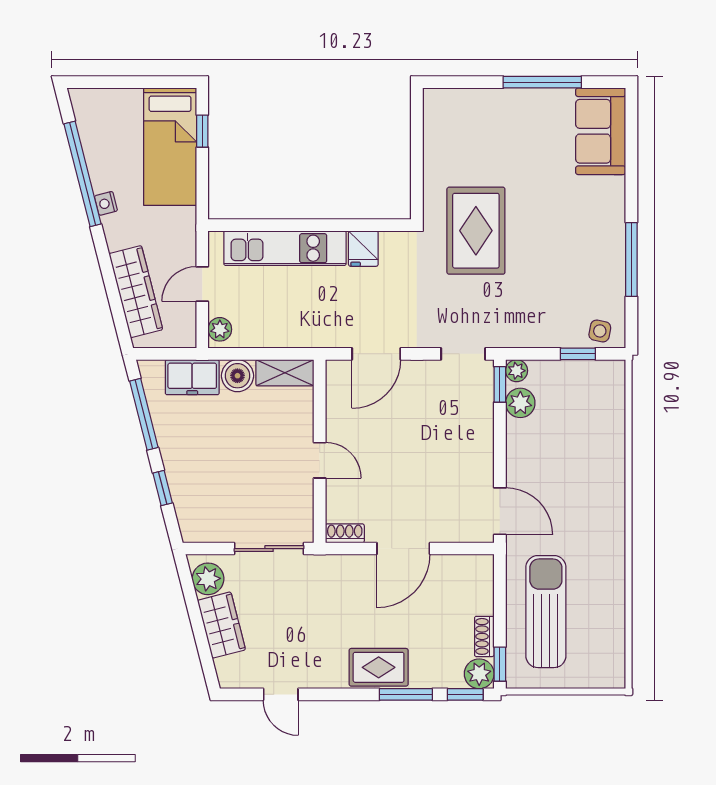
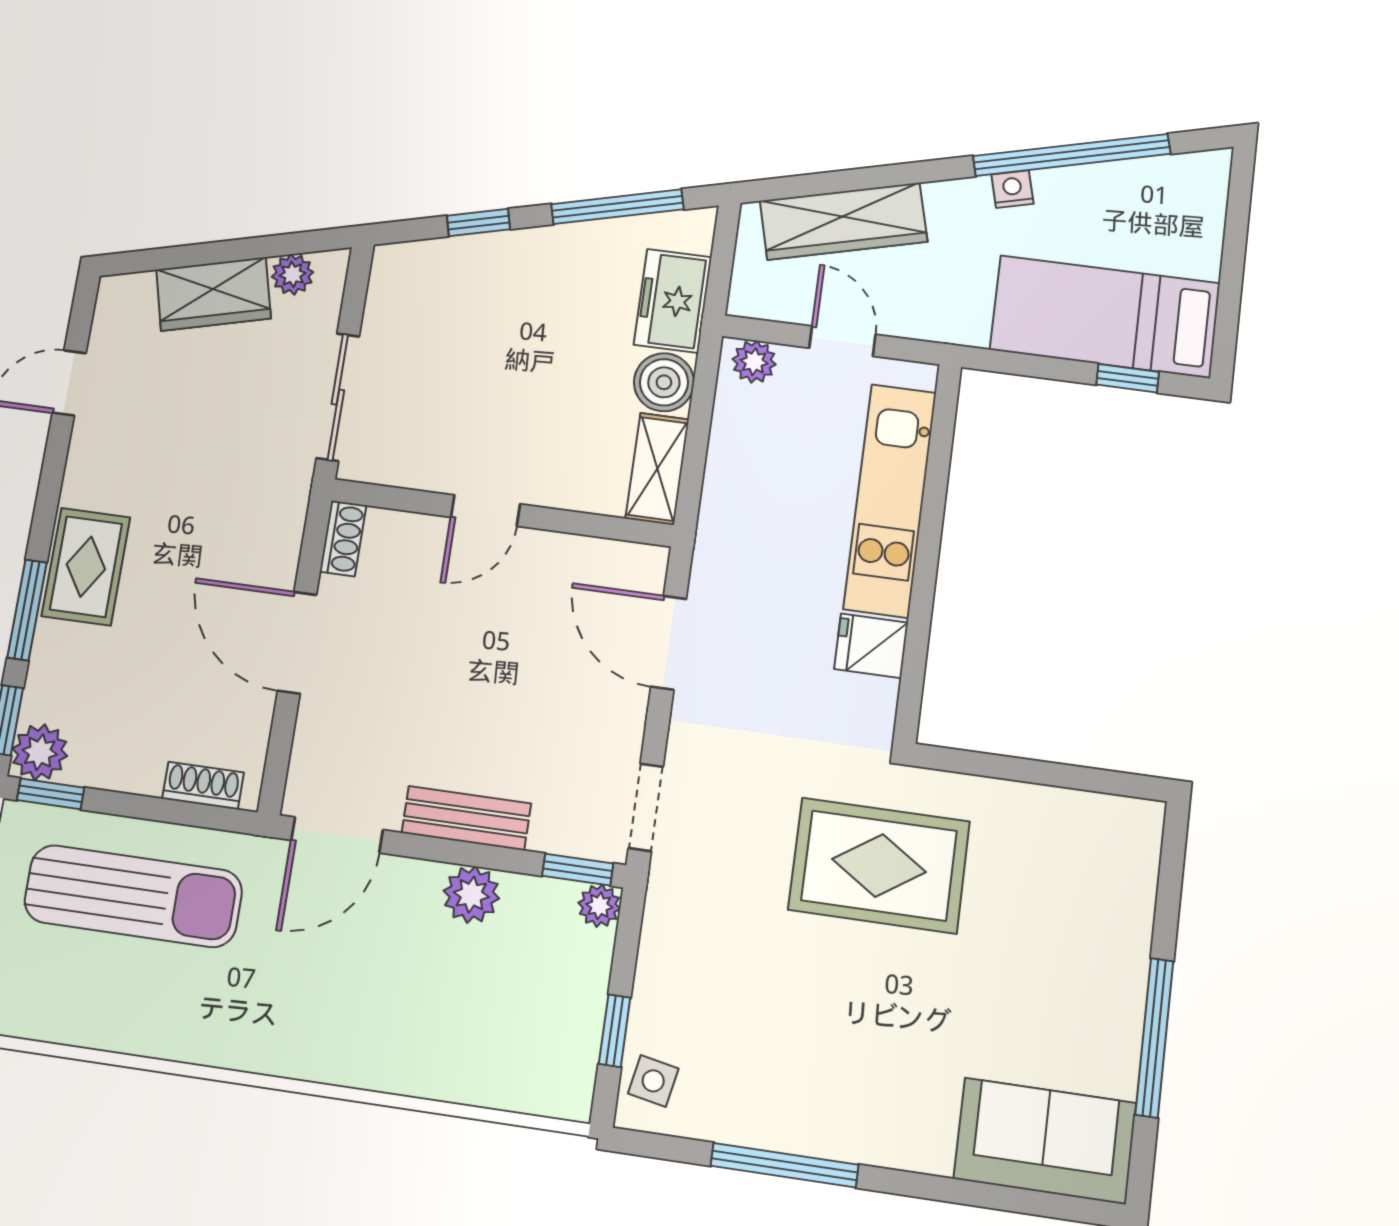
plant: (520, 403) -> (471, 895), moved
bench: (482, 446) -> (466, 818), added
plant: (208, 579) -> (292, 274), width x0.73, depth x0.73
shoe rack: (484, 636) -> (203, 785), moved

